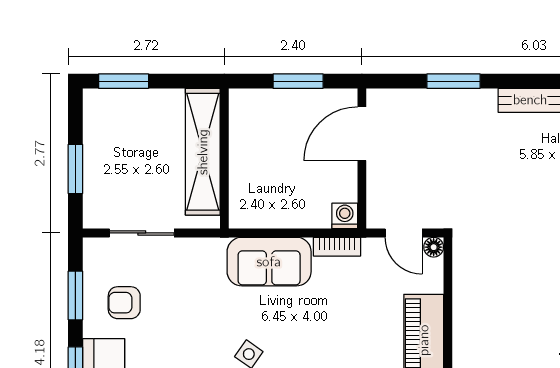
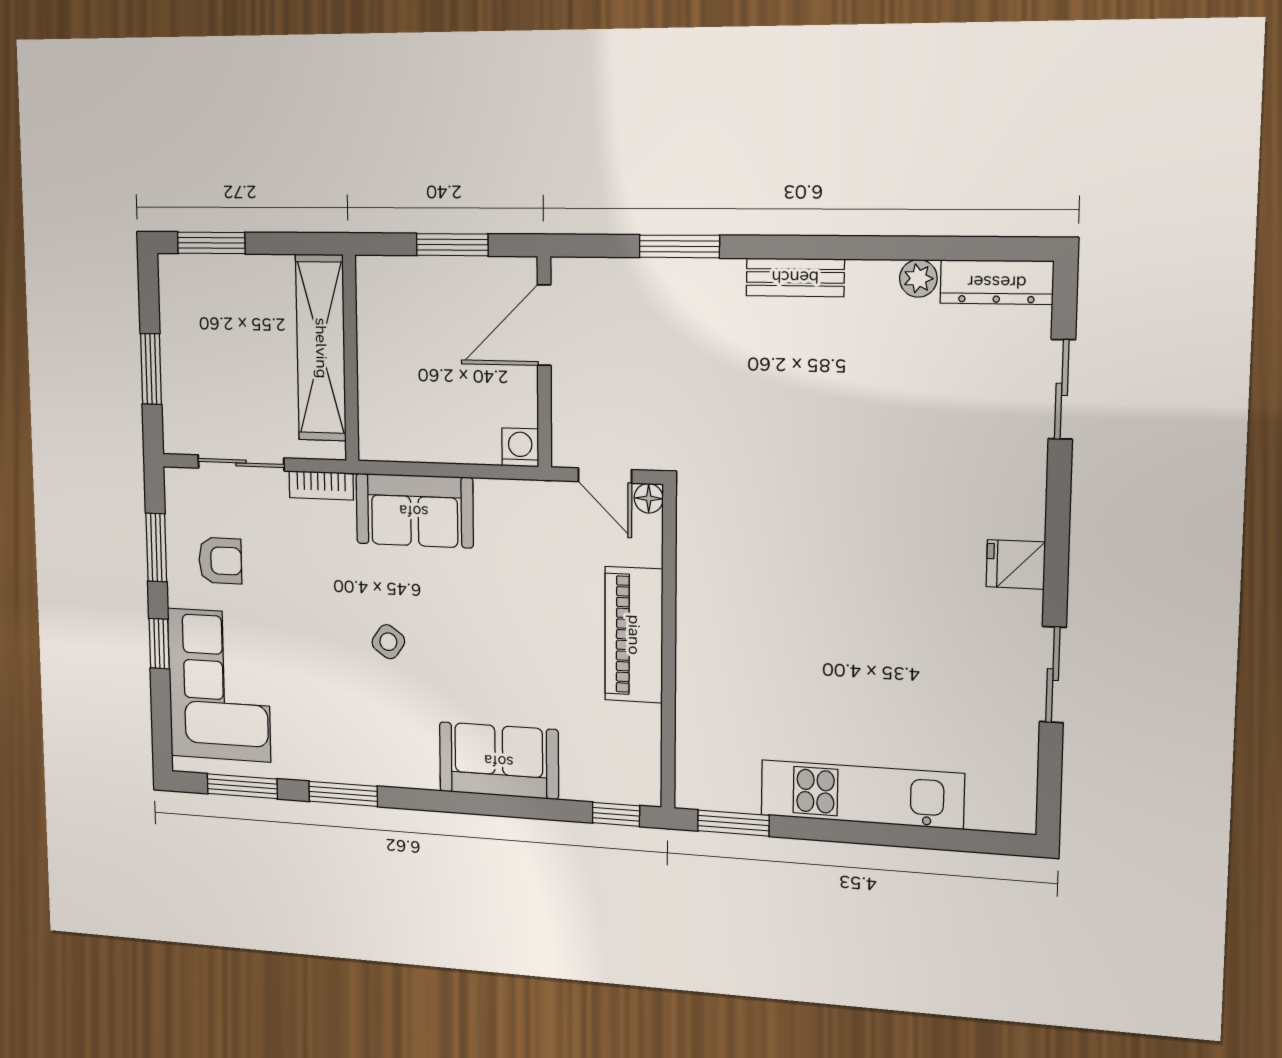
bookcase: (337, 247) -> (321, 485), moved
armchair: (124, 303) -> (220, 561), turned 180

